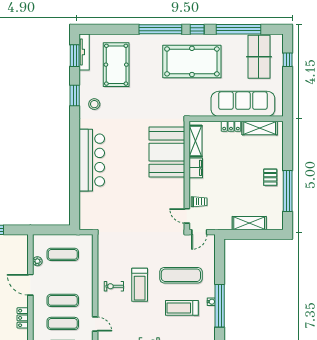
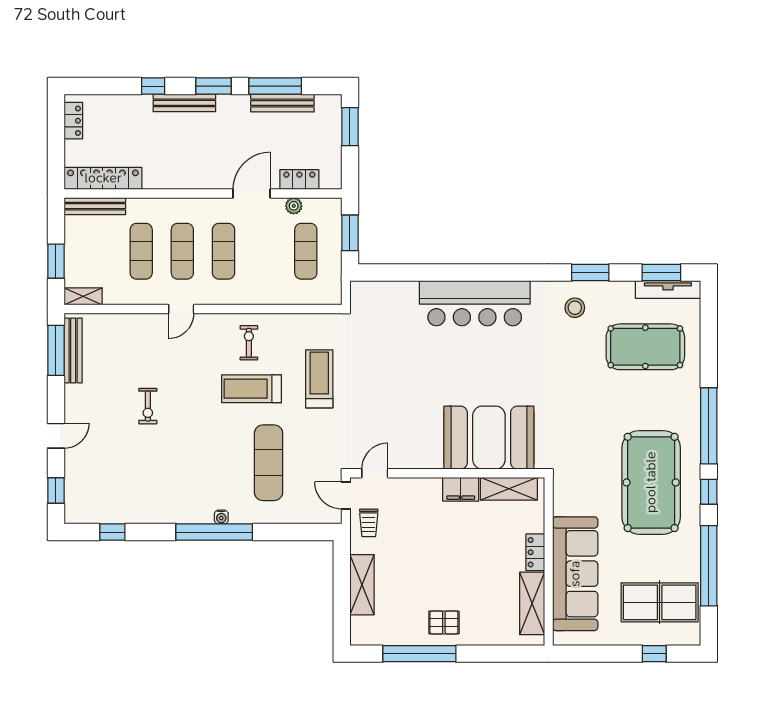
trolley: (199, 202) -> (369, 523), moved
window: (52, 230) -> (350, 233), added
treadmill: (182, 308) -> (319, 379), moved
locker: (23, 318) -> (299, 180), moved

